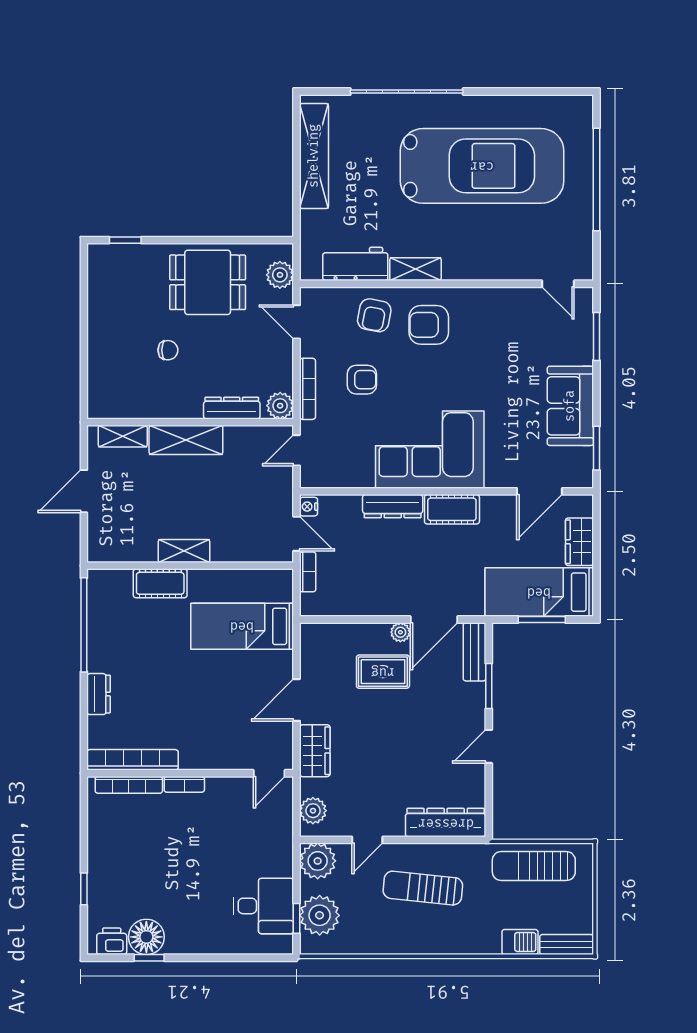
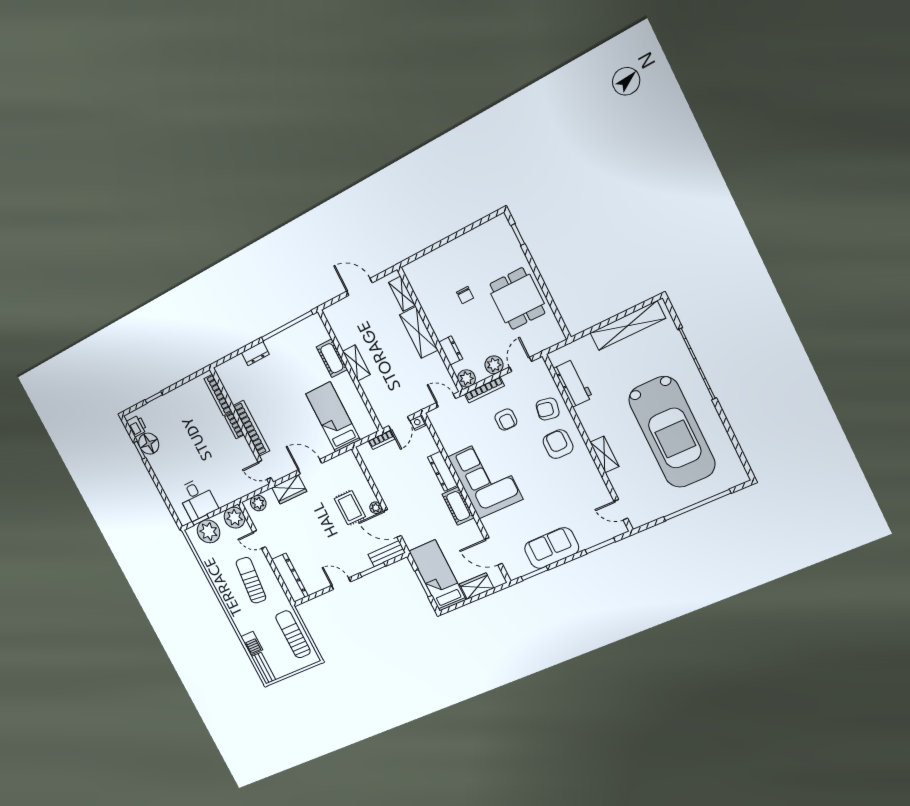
shelving: (415, 269) -> (604, 454), moved
plant: (280, 275) -> (494, 365), moved
door: (558, 284) -> (621, 510), hinge flipped
dresser: (232, 408) -> (451, 350), width x0.70
bookcase: (133, 760) -> (251, 428), moved

